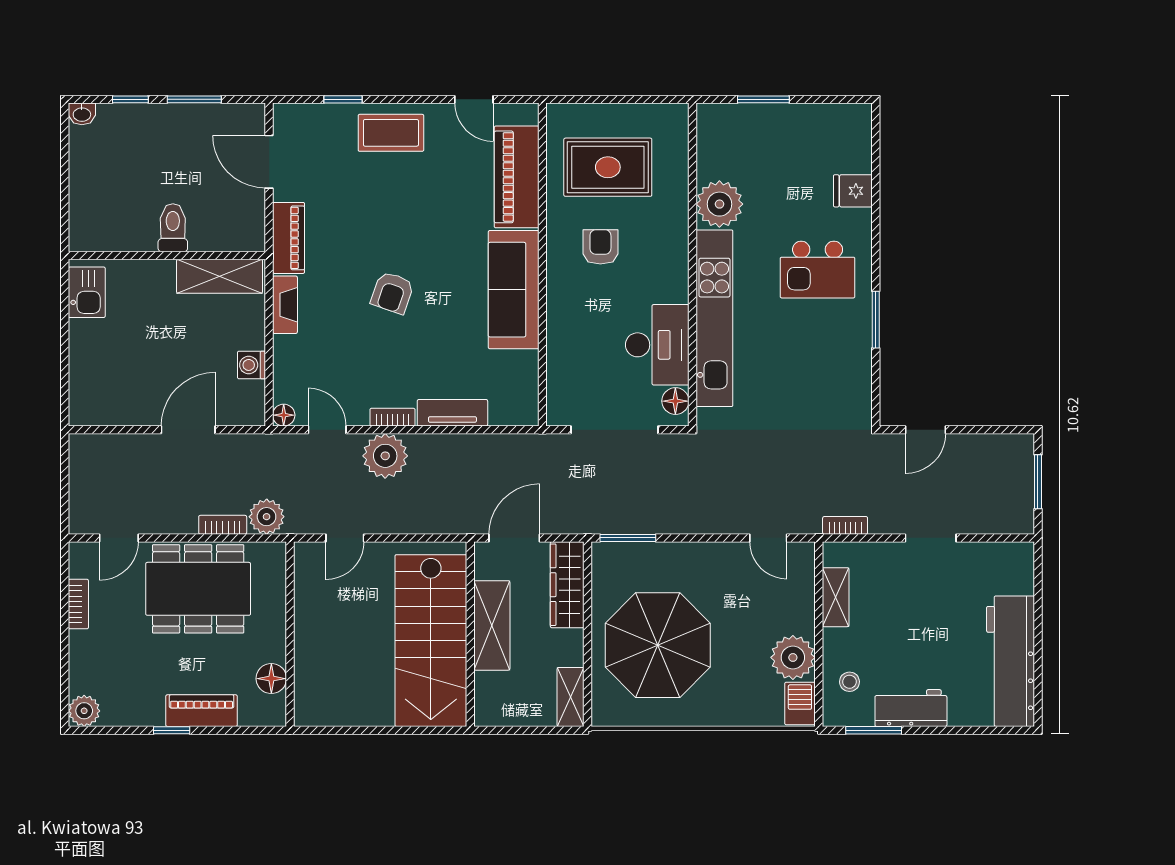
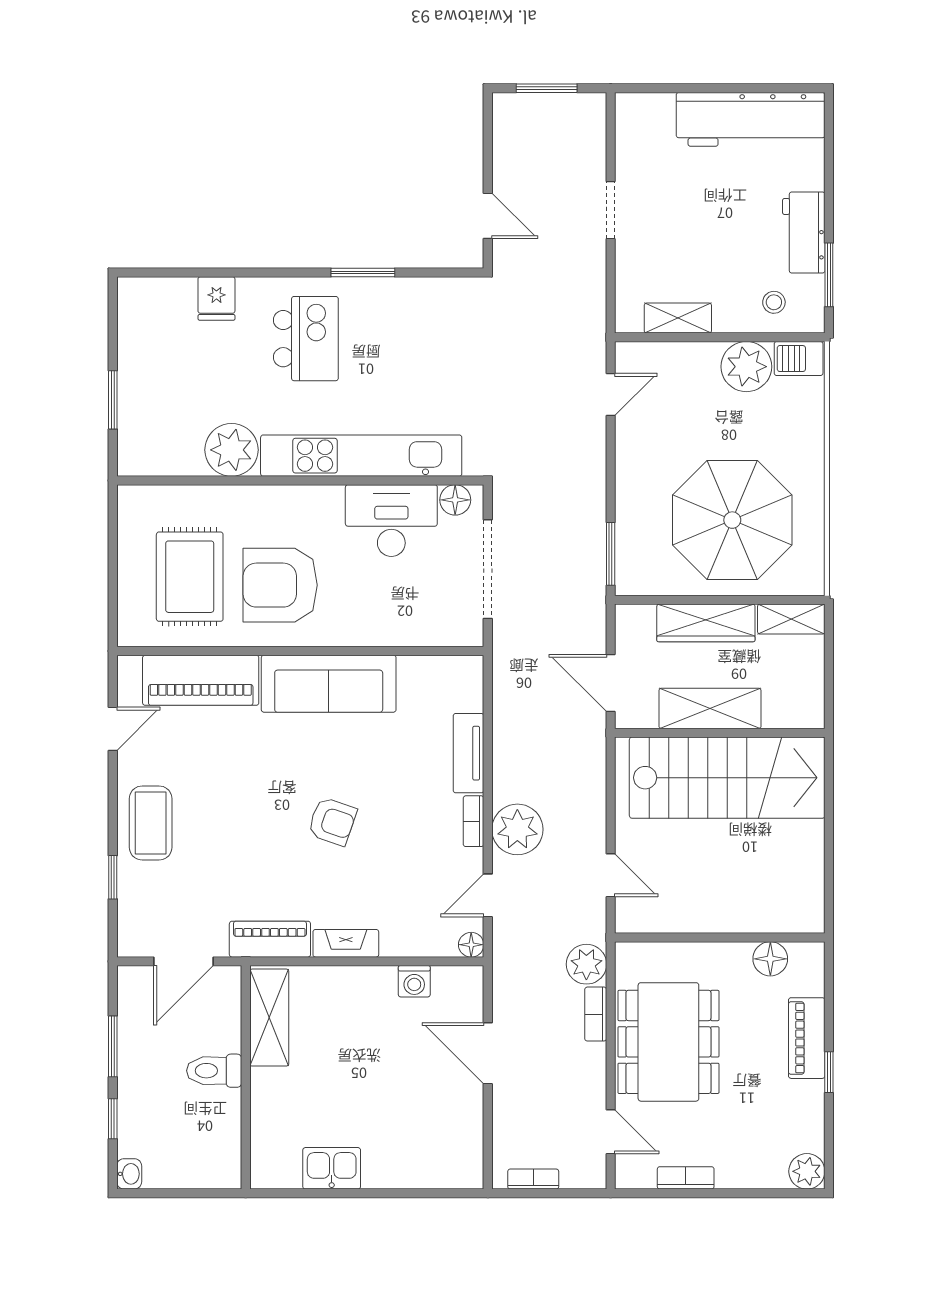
toilet: (173, 228) -> (214, 1071), moved
armchair: (600, 247) -> (280, 585), width x1.88, depth x1.88
wall: (167, 256) -> (246, 1077), moved
shelving: (220, 276) -> (269, 1018), moved
bookcase: (845, 525) -> (533, 1179), moved, turned 90
wardrobe: (567, 585) -> (706, 623), moved

